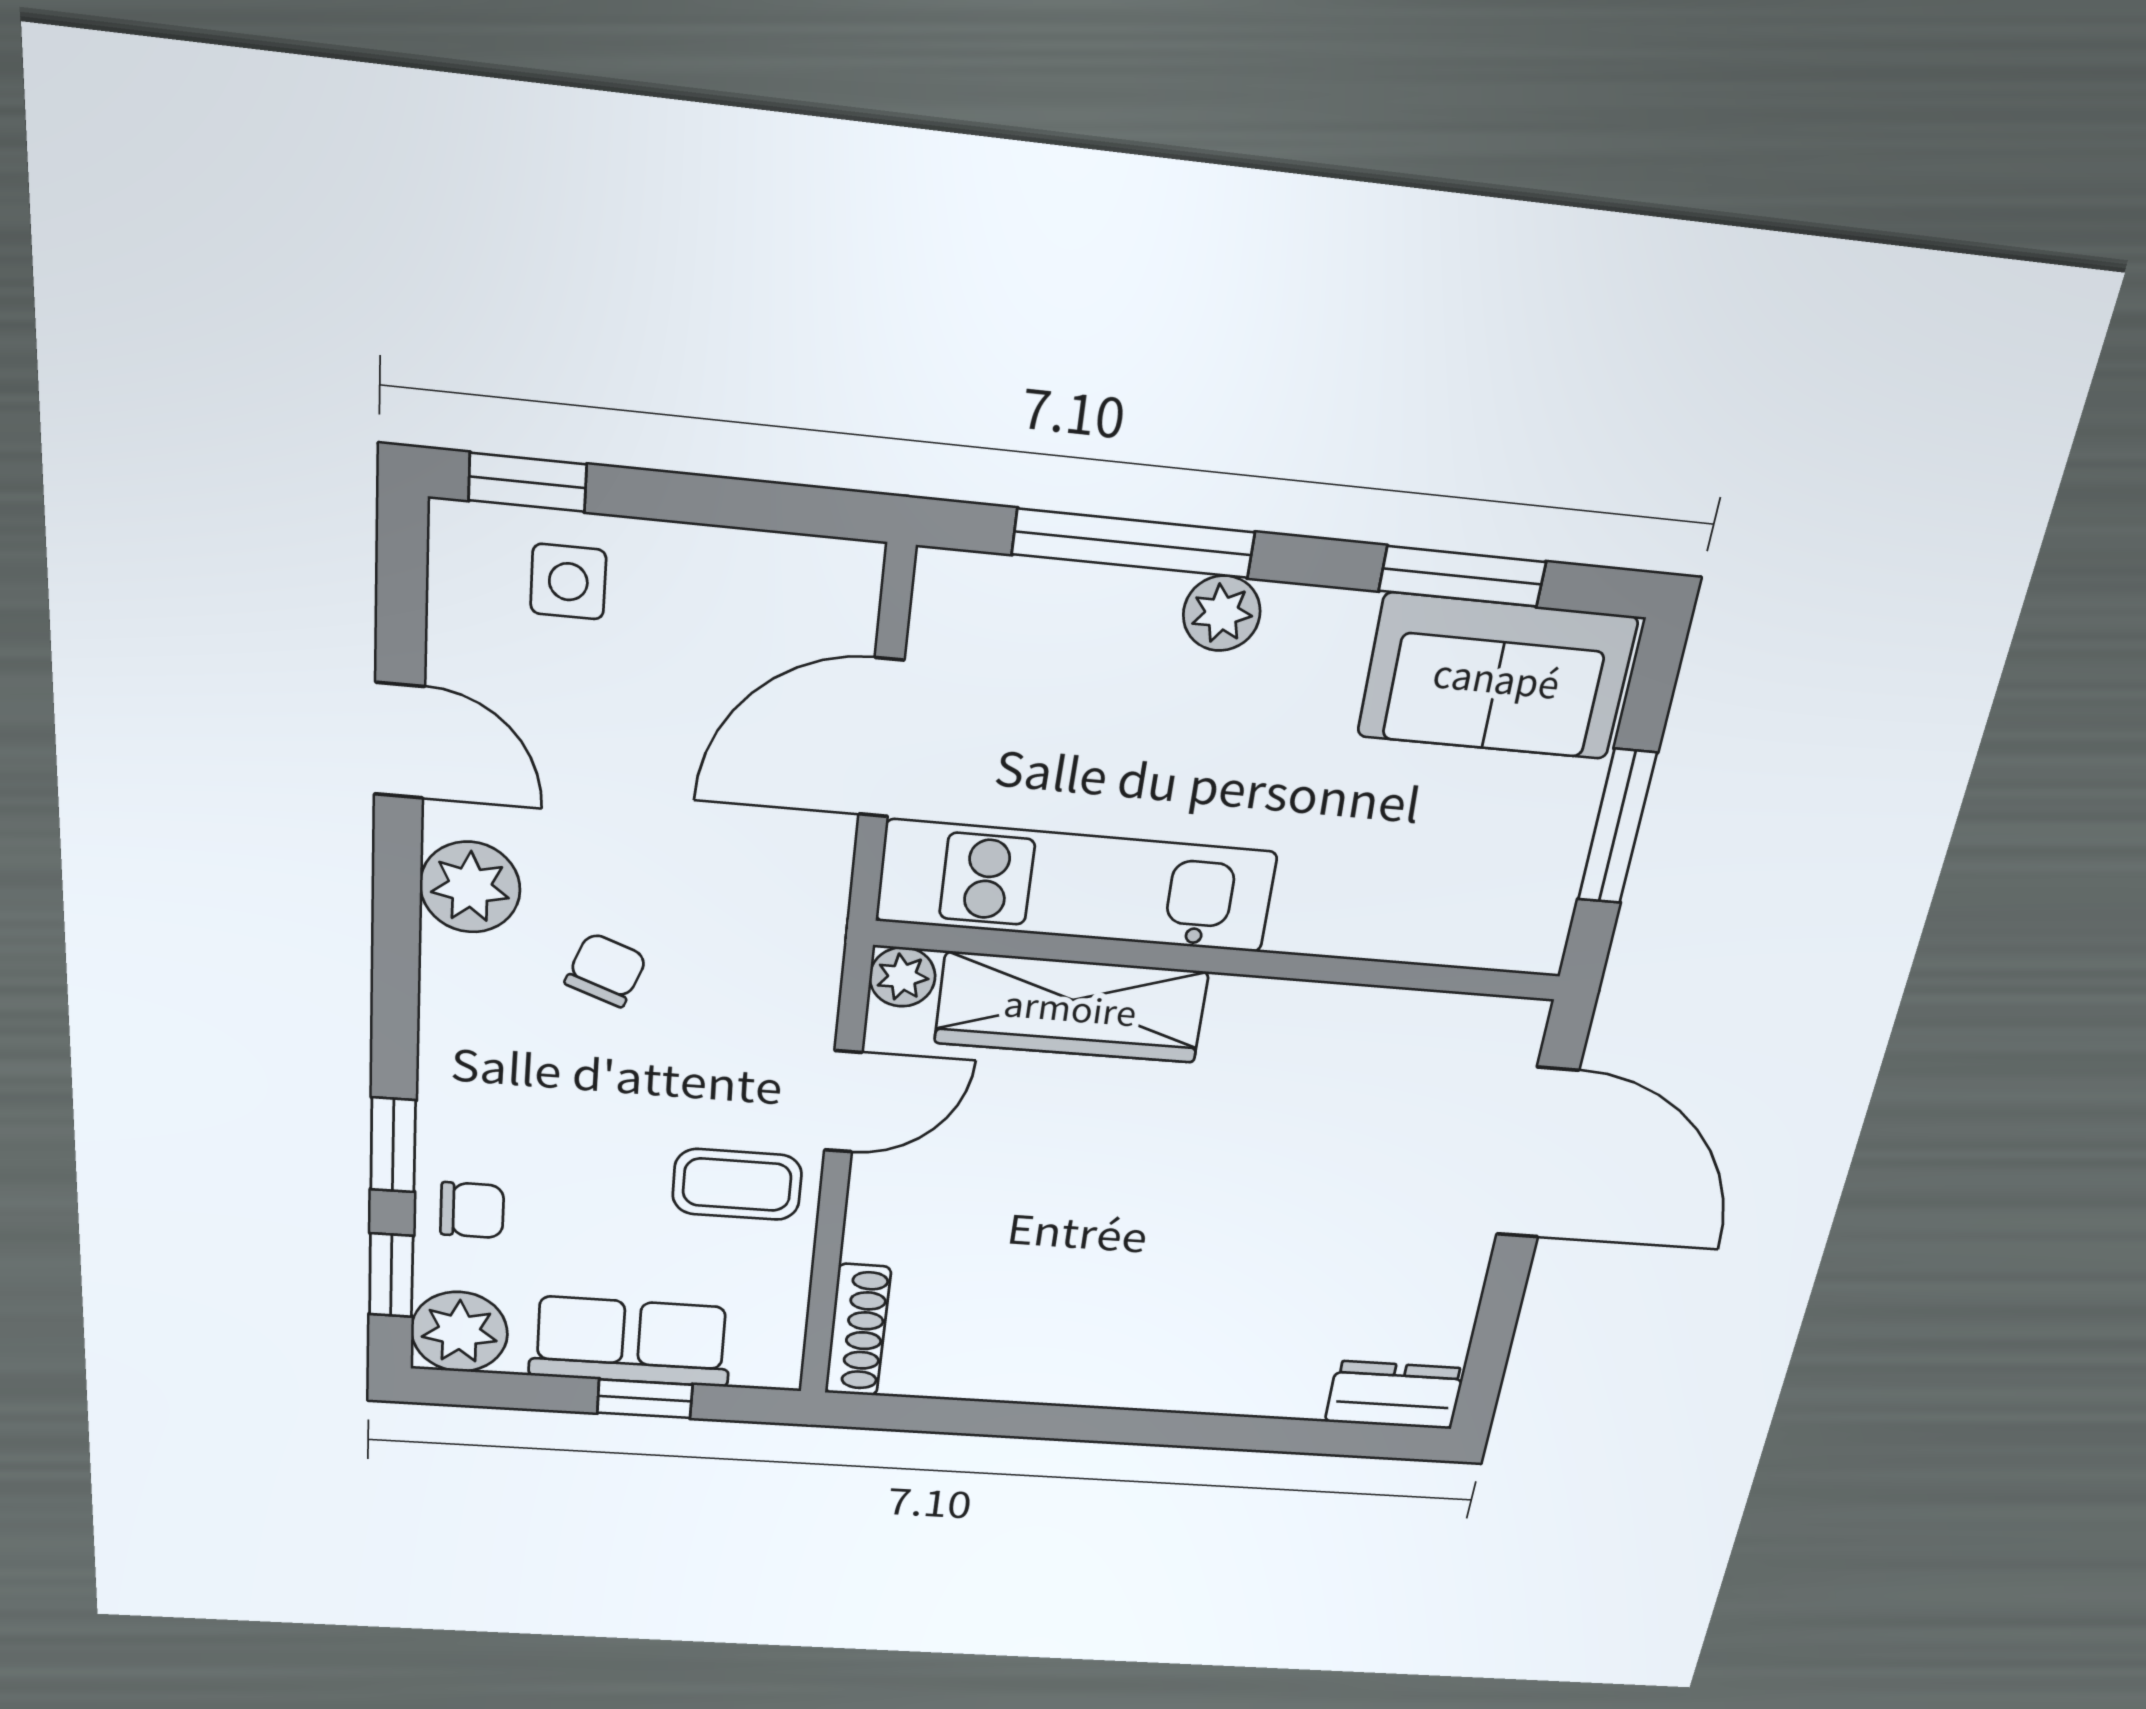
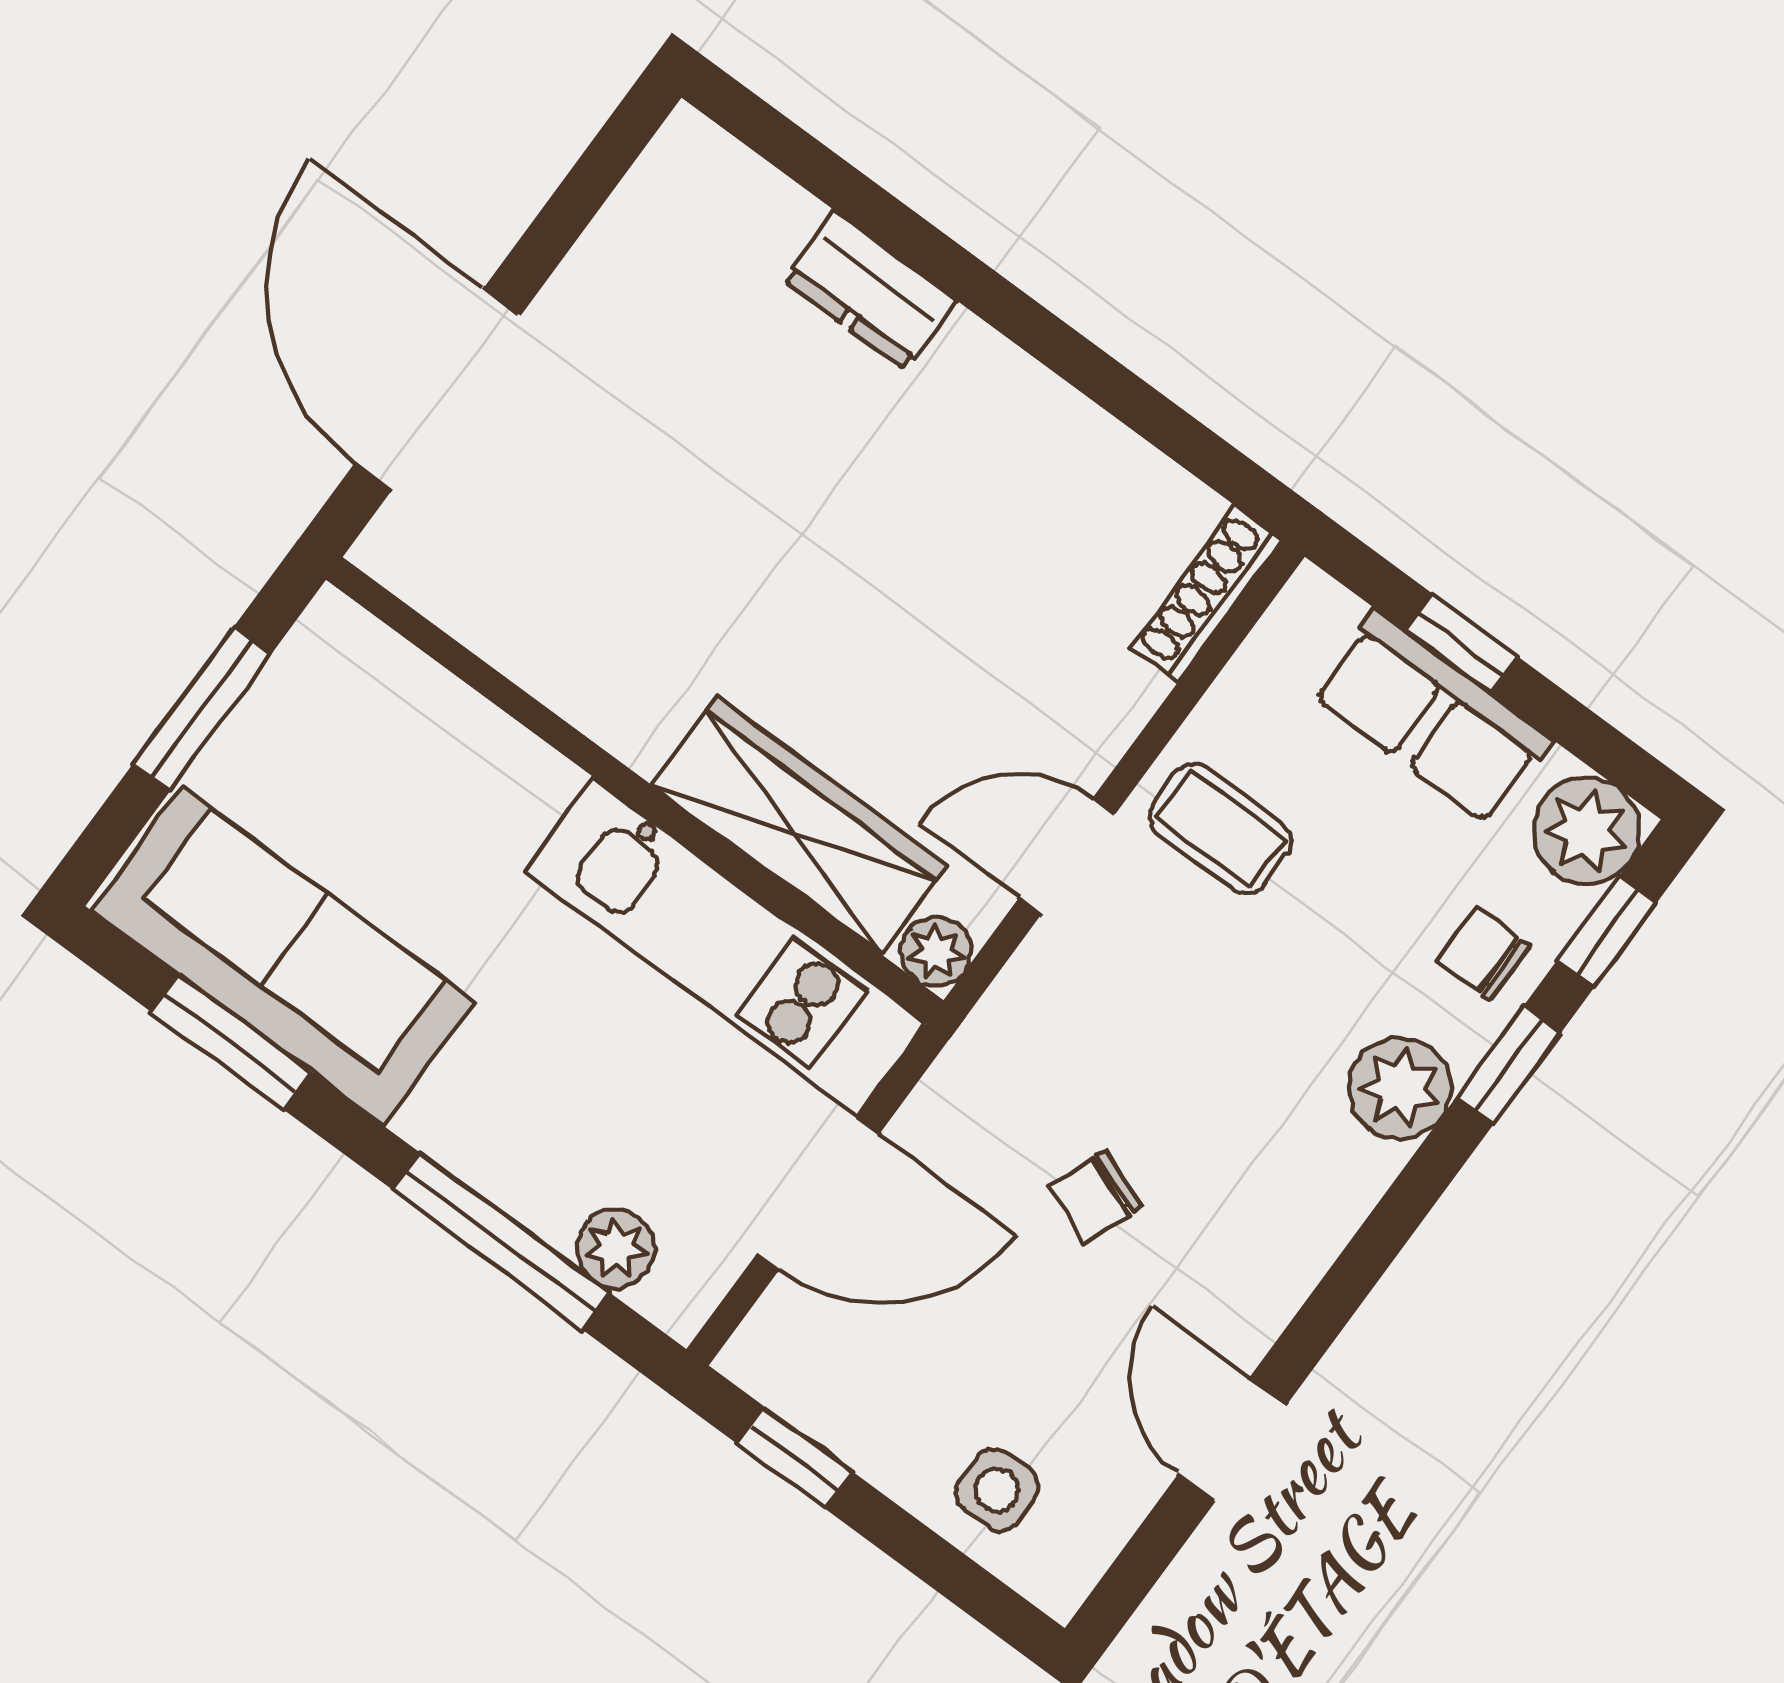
window: (528, 482) -> (795, 1458), moved
plant: (1222, 613) -> (616, 1249), moved
sofa: (1497, 677) -> (283, 956), width x1.36
plant: (470, 887) -> (1400, 1088), moved
chair: (606, 970) -> (1095, 1196), moved
dresser: (1395, 1395) -> (870, 291), moved

